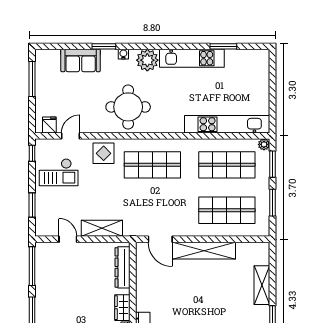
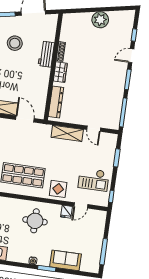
plant: (147, 60) -> (16, 254), removed
round table: (128, 107) -> (35, 221), width x0.73, depth x0.73
fridge: (49, 125) -> (66, 212), moved
checkout: (59, 172) -> (94, 180), turned 180

